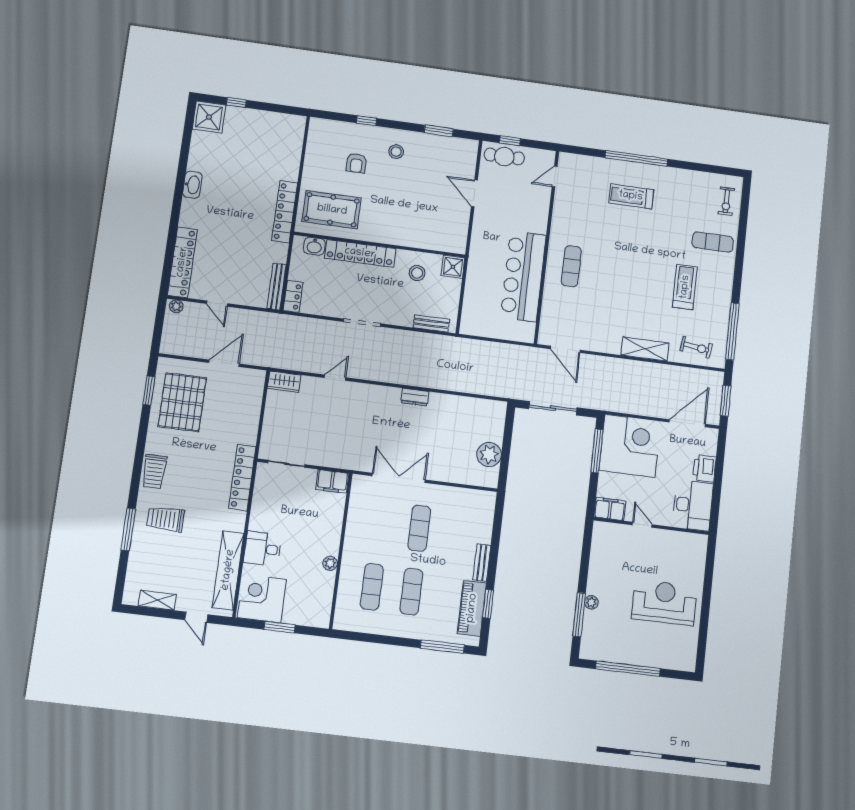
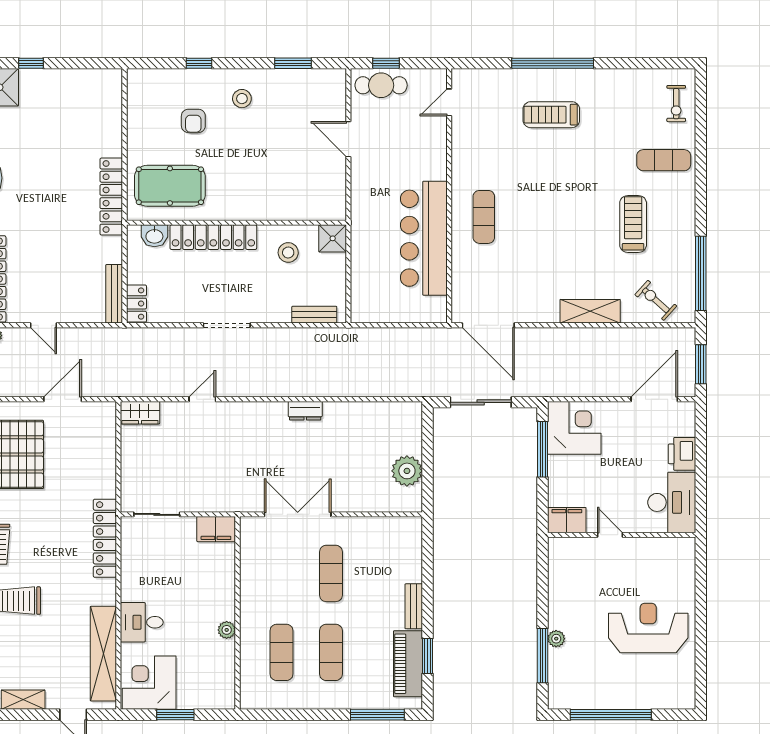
exercise bike: (696, 347) -> (656, 300), turned -146
door: (565, 349) -> (488, 325), width x1.36
corner desk: (630, 446) -> (574, 428), width x0.74, depth x0.74

